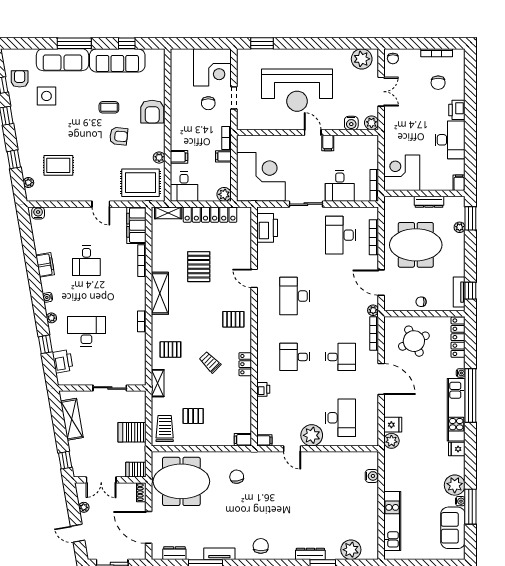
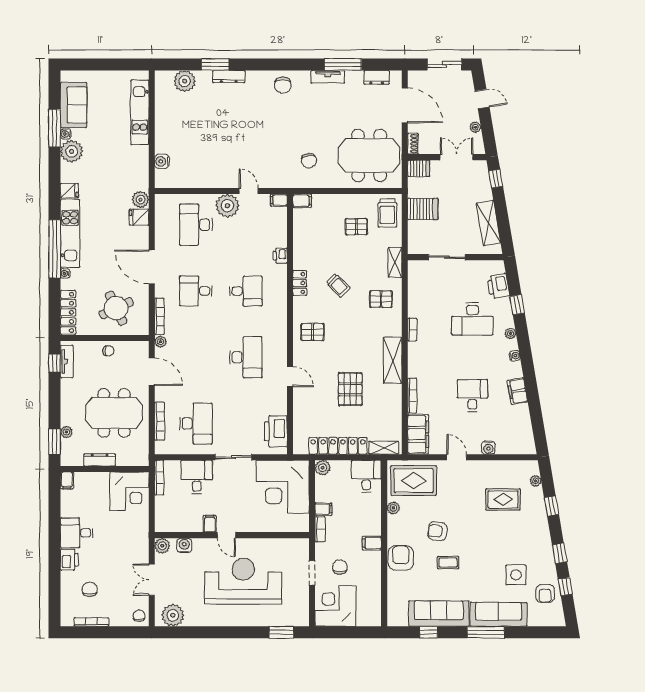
desk: (450, 140) -> (77, 533), width x0.73
filing cabinet: (179, 157) -> (372, 543), moved
water cooler: (38, 213) -> (488, 448), moved

